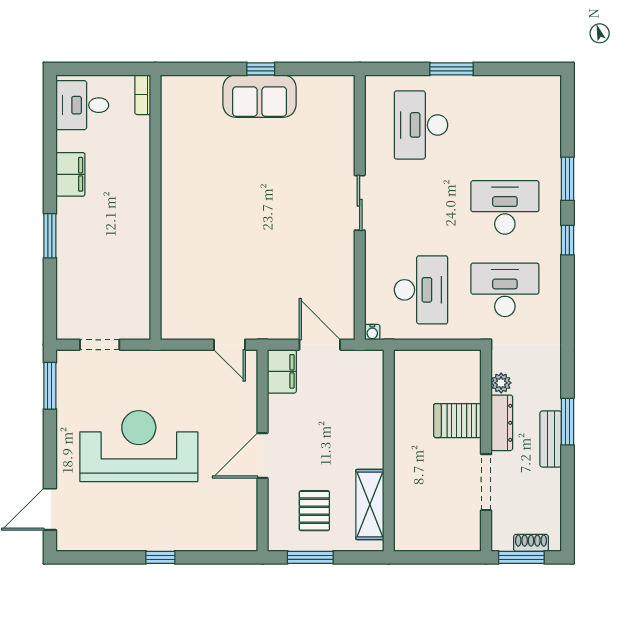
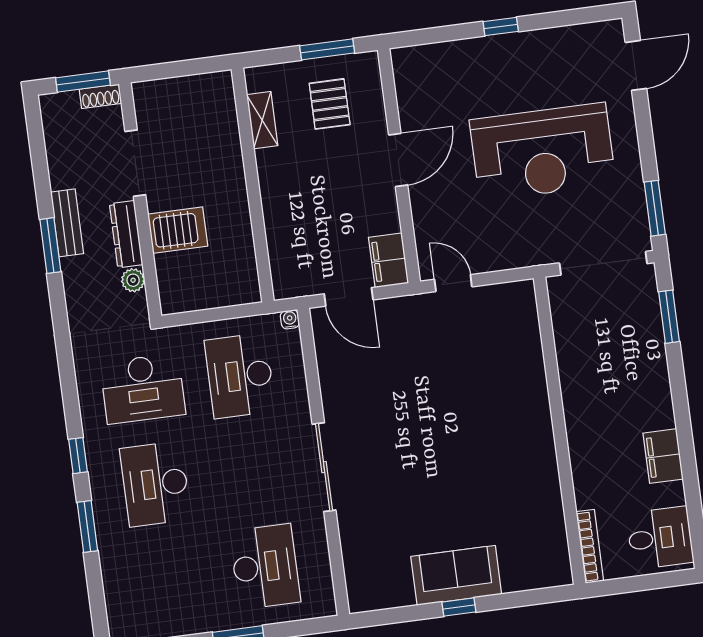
bookcase: (143, 95) -> (590, 546), width x1.56
sliding door: (360, 203) -> (324, 467), width x1.37
desk: (505, 207) -> (155, 484), turned 90
window: (50, 236) -> (669, 317), moved
doorway: (100, 345) -> (603, 263), width x1.87
shelving: (370, 505) -> (262, 120), width x0.67, depth x0.75
shoe rack: (531, 543) -> (100, 96), moved

